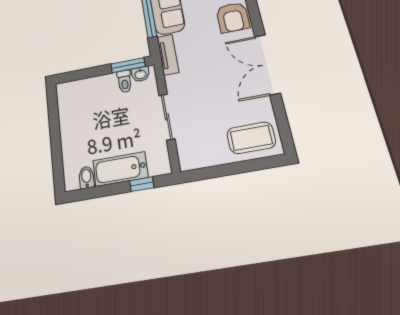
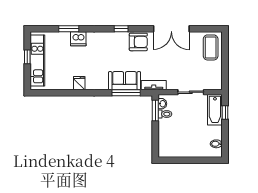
bathtub: (120, 169) -> (215, 110), moved

